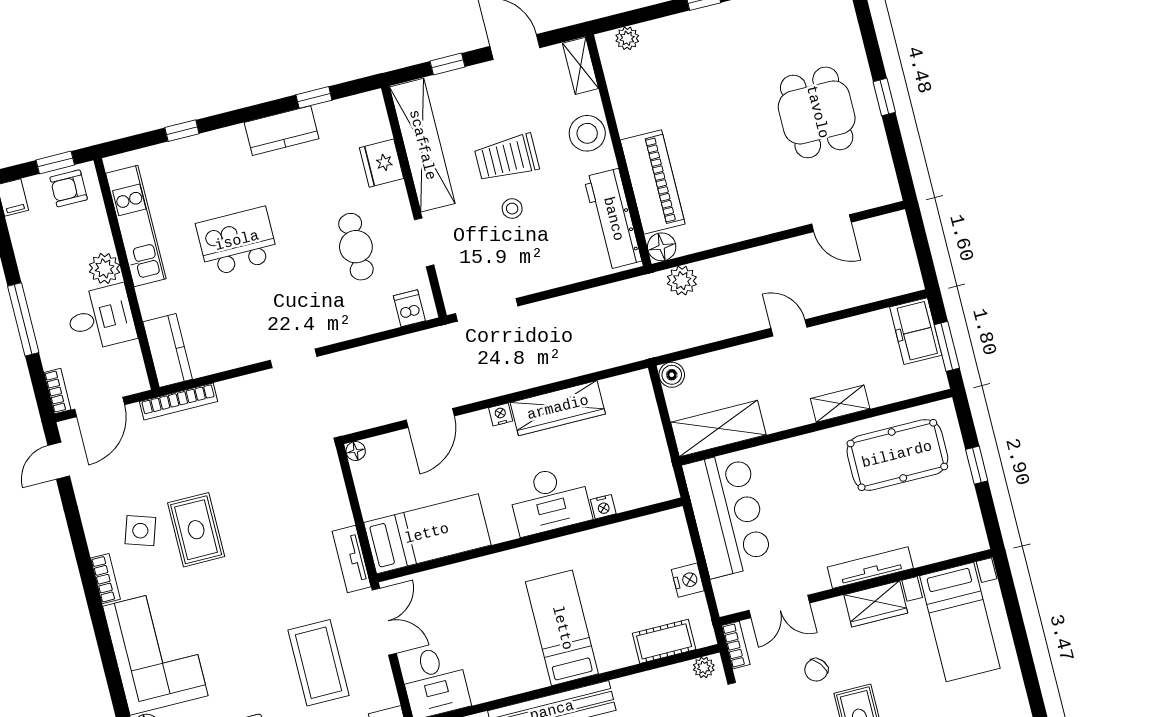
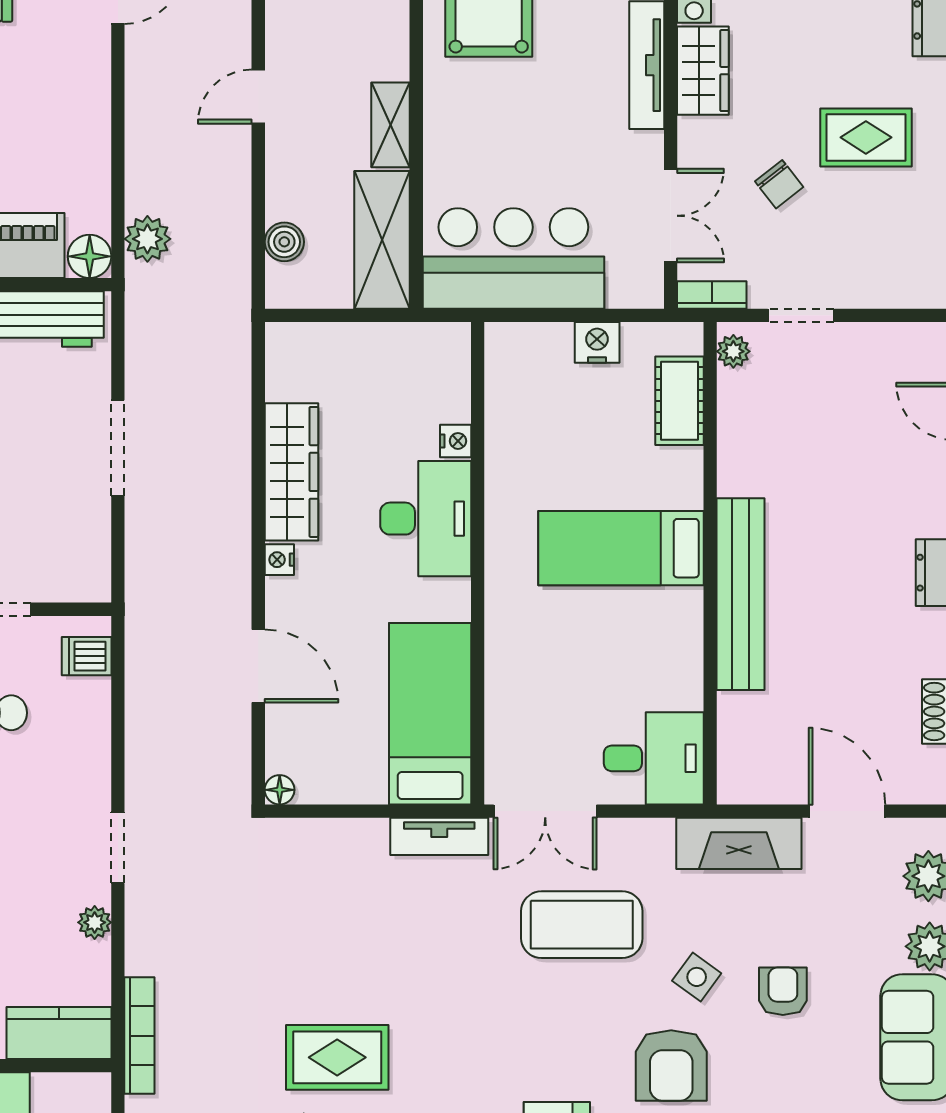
doorway: (487, 310) -> (118, 448), moved
plant: (243, 355) -> (95, 922), added
boiler: (672, 375) -> (284, 242), moved
shelving: (840, 404) -> (390, 125), moved
double door: (384, 622) -> (545, 811), swing flipped

